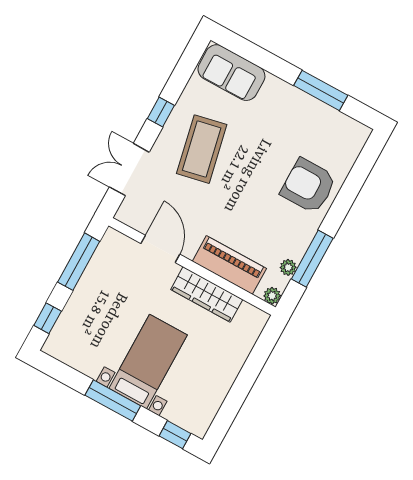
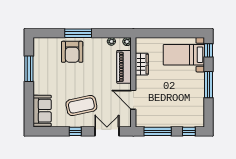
double door: (129, 170) -> (107, 131), swing flipped
door: (160, 249) -> (133, 100), hinge flipped
window: (312, 259) -> (78, 33), moved
wardrobe: (207, 294) -> (142, 64), width x0.67
bed with nightstands: (148, 362) -> (184, 55), moved

